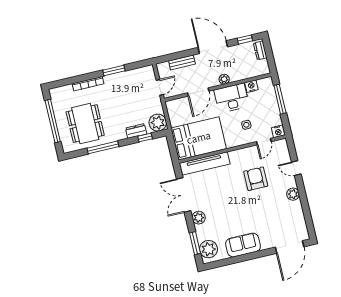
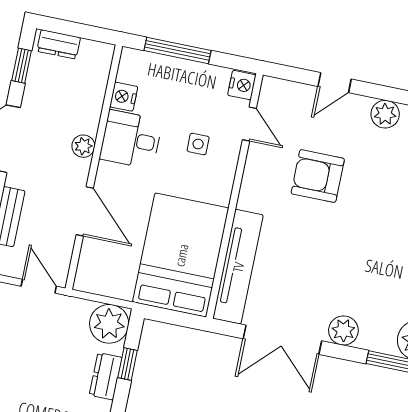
desk: (232, 98) -> (131, 140), width x0.73

